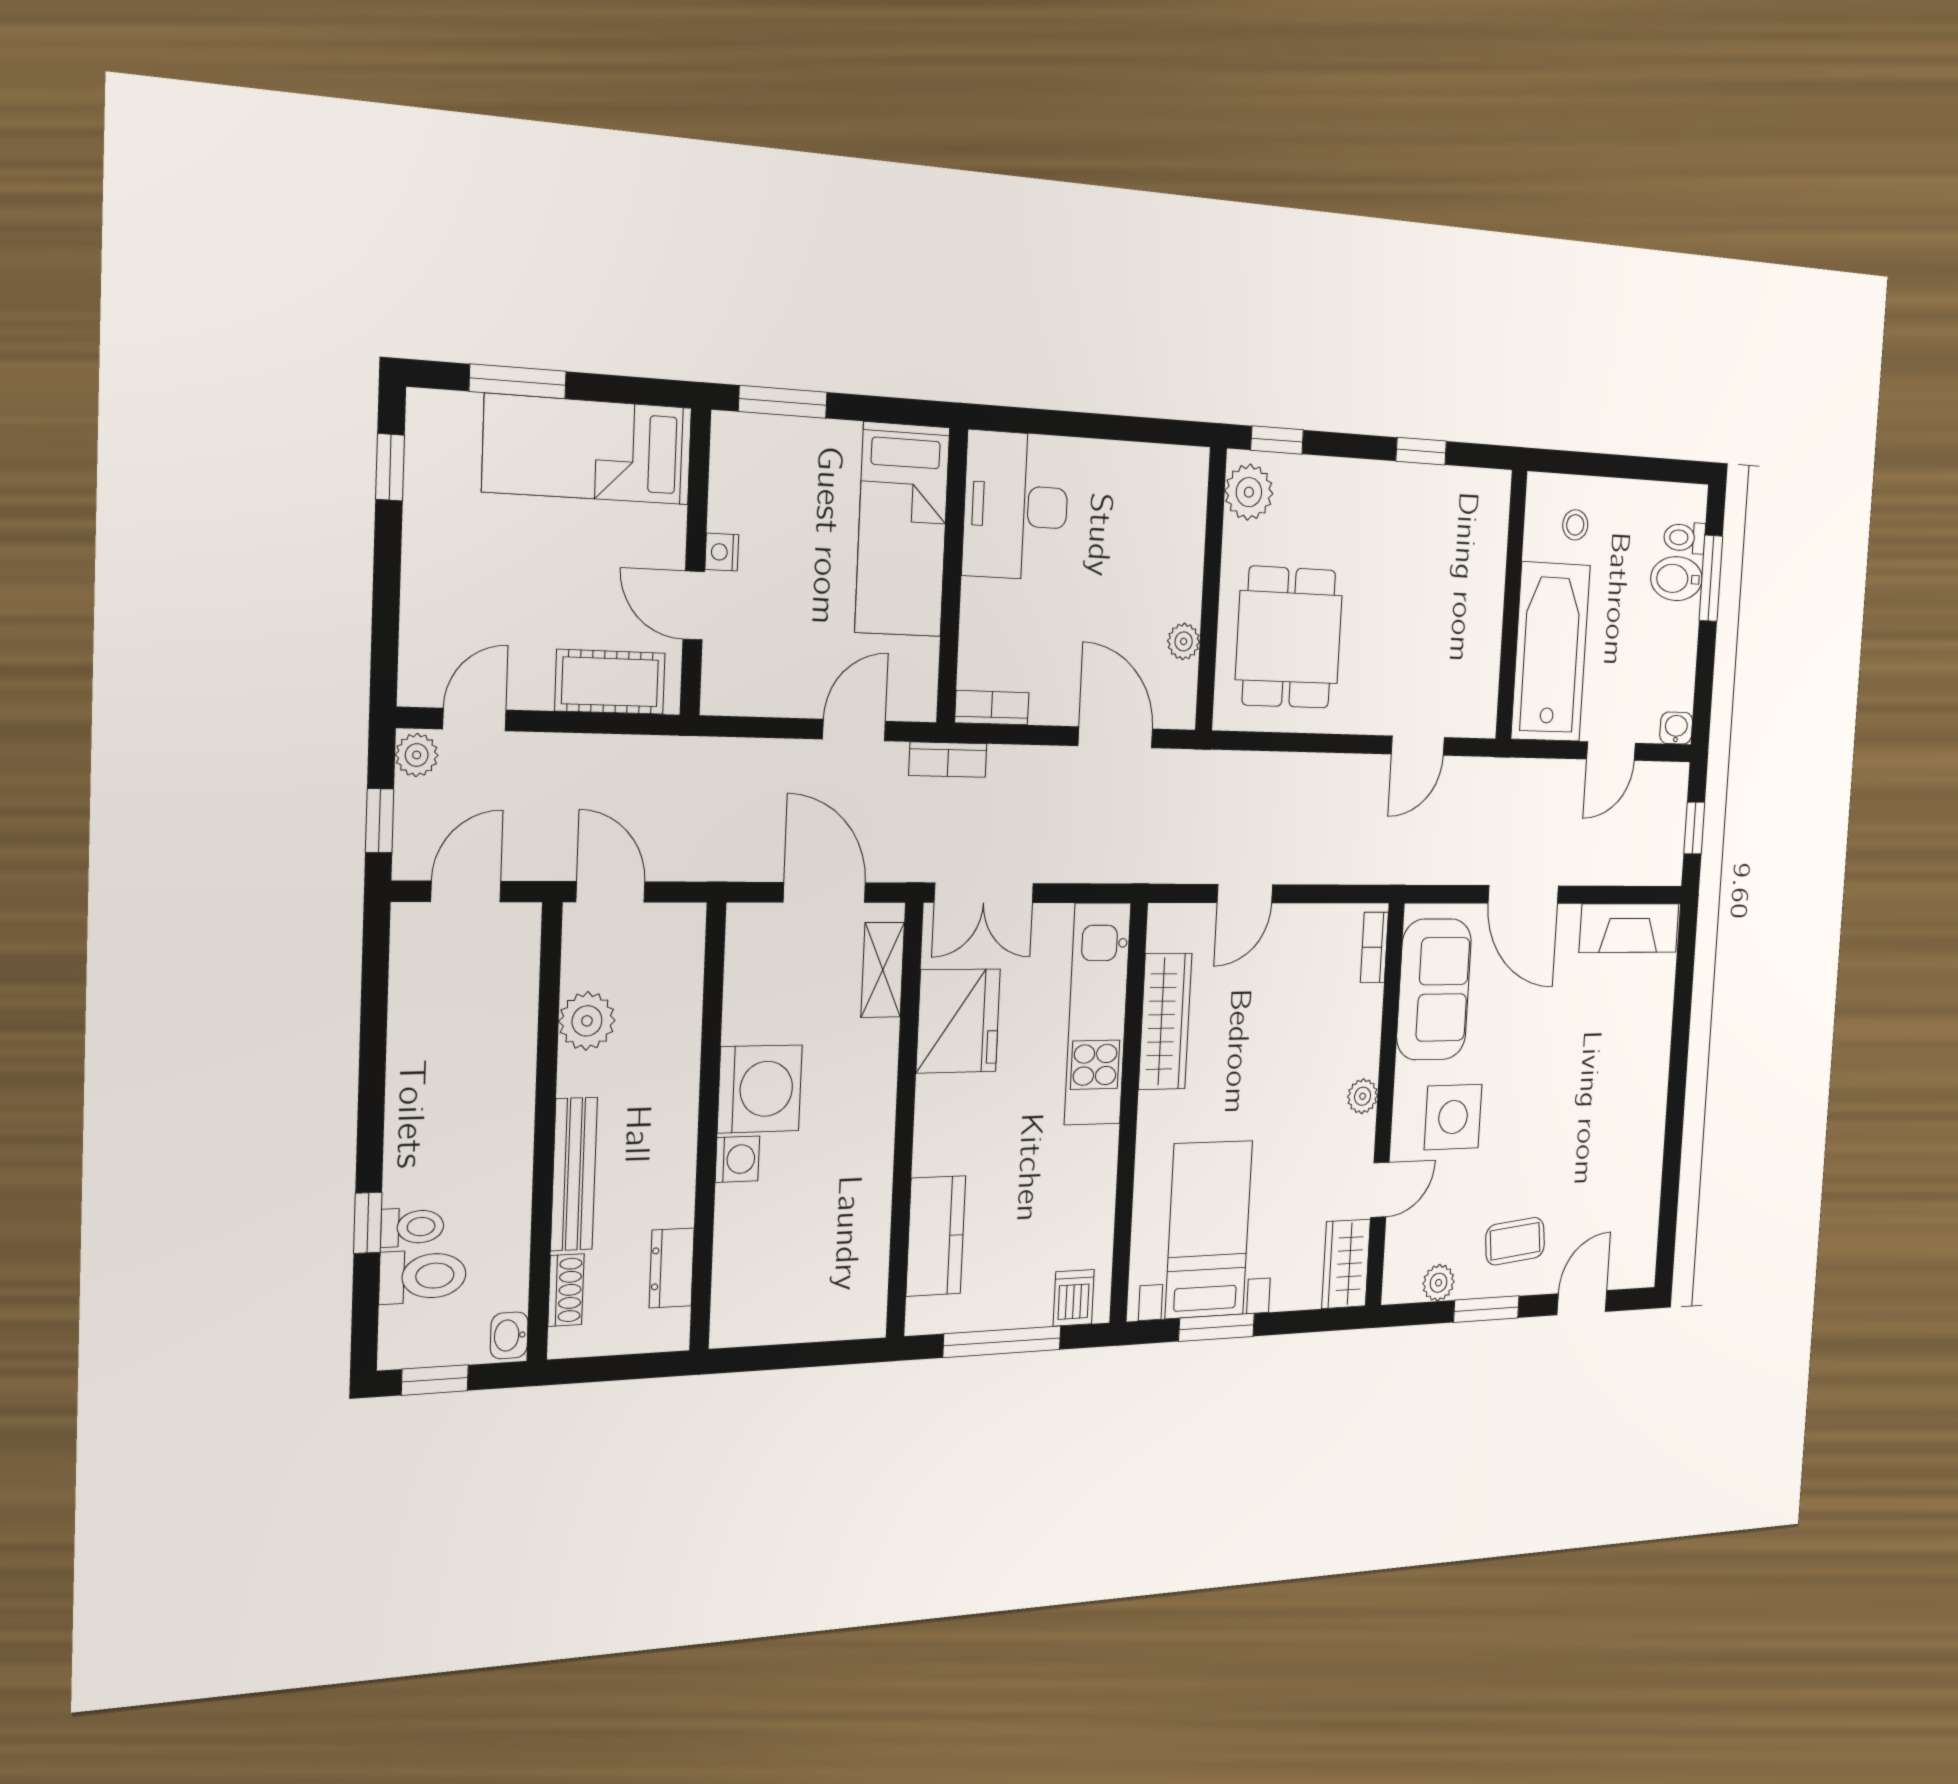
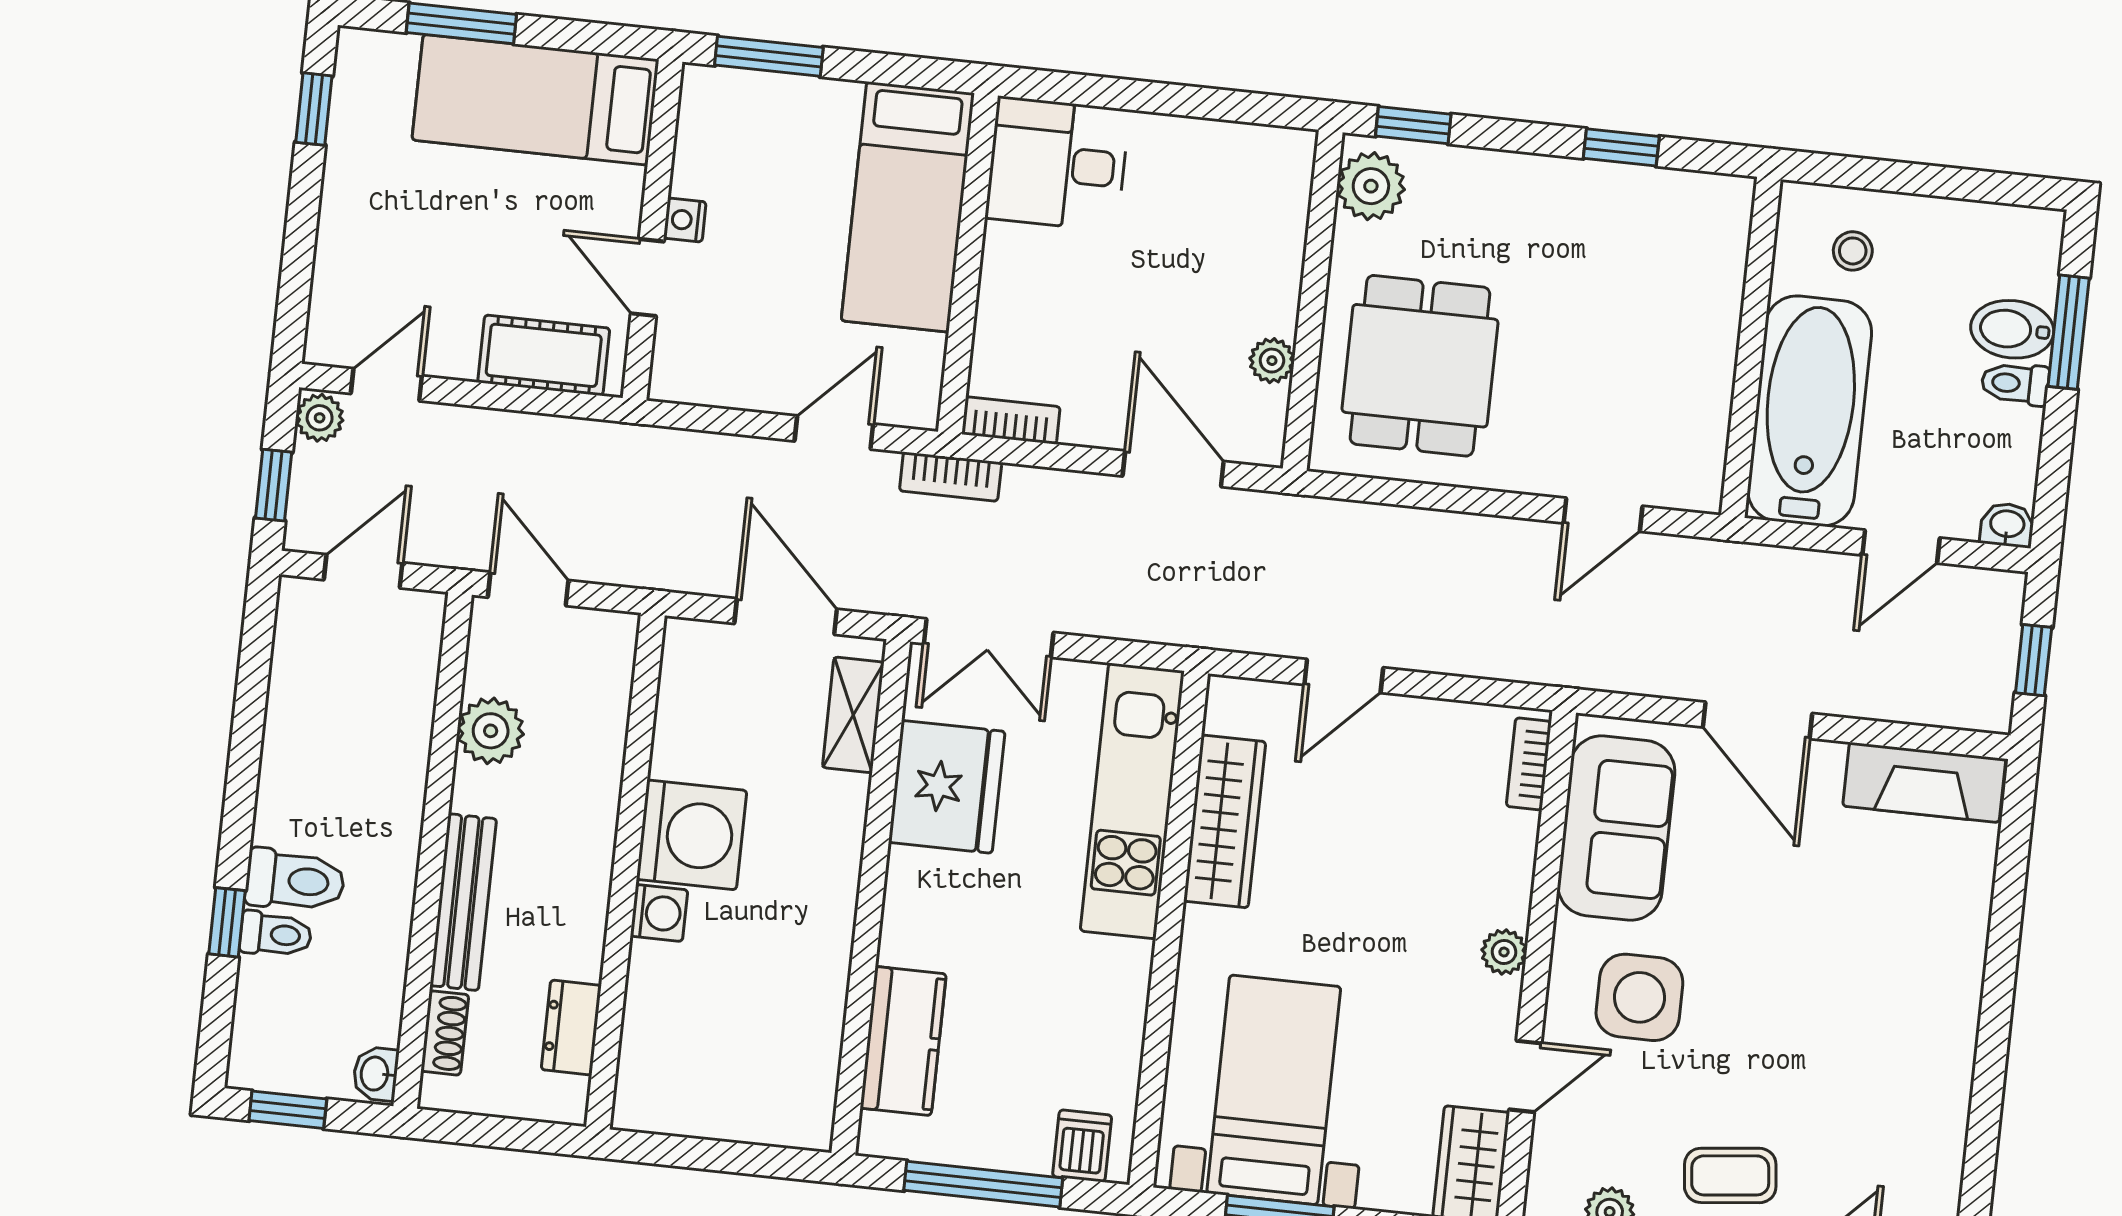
desk: (1016, 506) -> (1057, 164), width x0.73
toilet: (1685, 538) -> (2015, 384), moved
toilet: (423, 1276) -> (295, 880), moved

